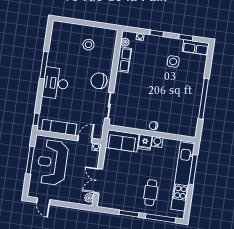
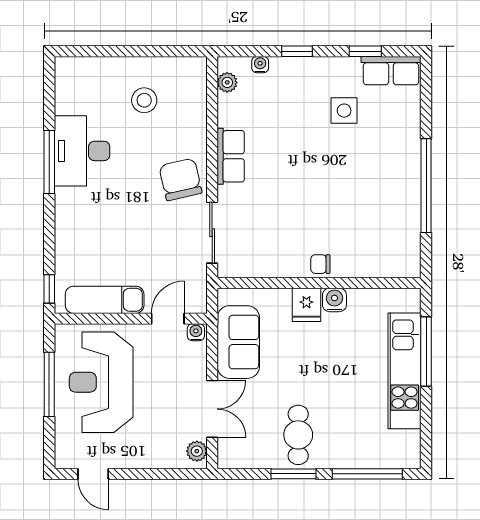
row of seats: (124, 60) -> (231, 156), moved
chair: (99, 81) -> (180, 179), turned 77
desk: (56, 83) -> (82, 151), moved
sofa: (122, 141) -> (238, 342), moved, turned -90
kitchen unit: (183, 177) -> (405, 371), width x0.73
double door: (98, 181) -> (212, 409), swing flipped
cafe table: (151, 193) -> (298, 435), moved

